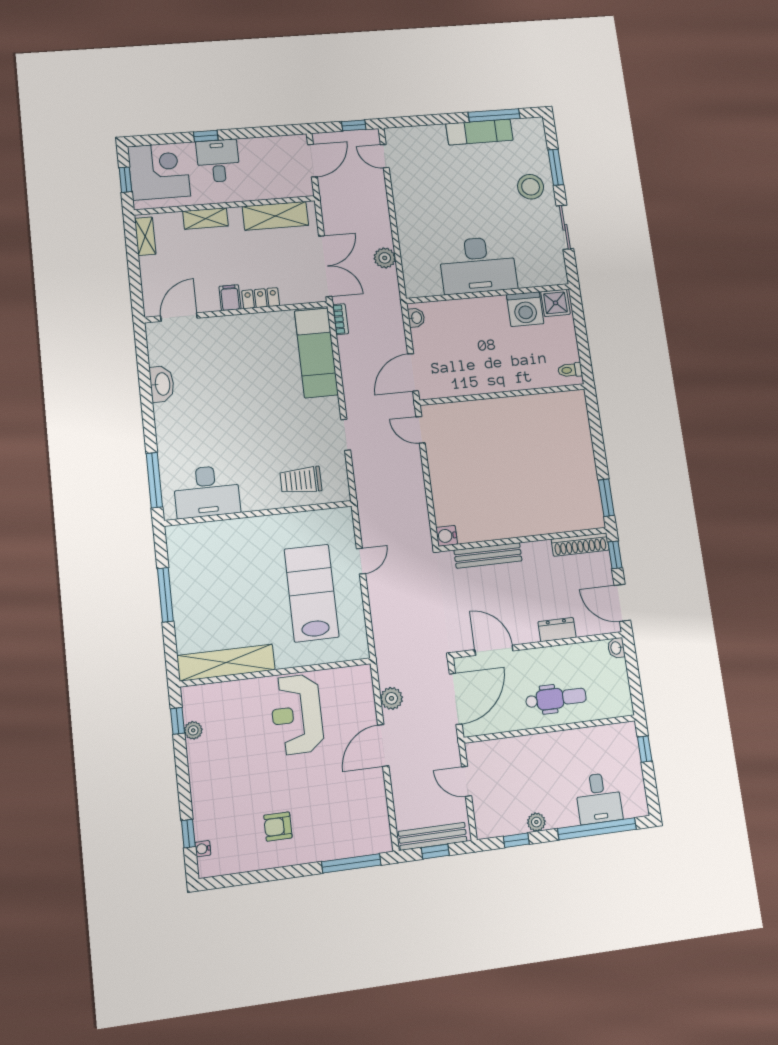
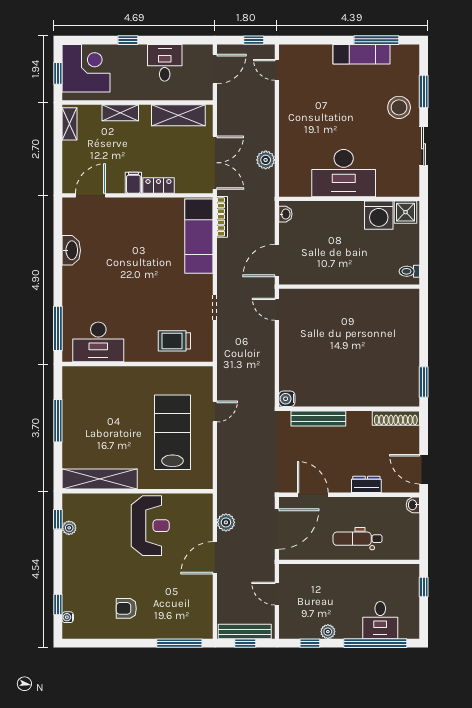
desk: (218, 161) -> (165, 63), moved
bookcase: (340, 319) -> (222, 217), width x1.56
window: (615, 555) -> (424, 430), removed
dental chair: (556, 698) -> (358, 539), turned 180
reception desk: (297, 714) -> (150, 526), turned 180

